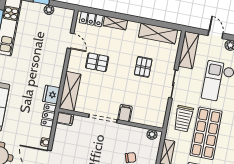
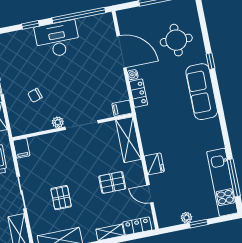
fridge: (51, 95) -> (154, 164), moved
filing cabinet: (125, 113) -> (21, 148), moved
locker: (49, 115) -> (138, 93), moved
plant: (152, 134) -> (58, 122), moved

